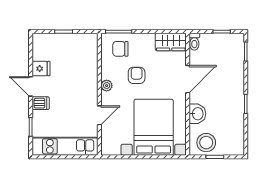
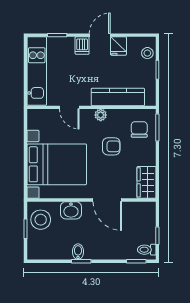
stool: (48, 41) -> (147, 53), added
toilet: (194, 42) -> (147, 250), moved
kitchen counter: (90, 69) -> (118, 97), added
bidet: (237, 107) -> (78, 252), added

